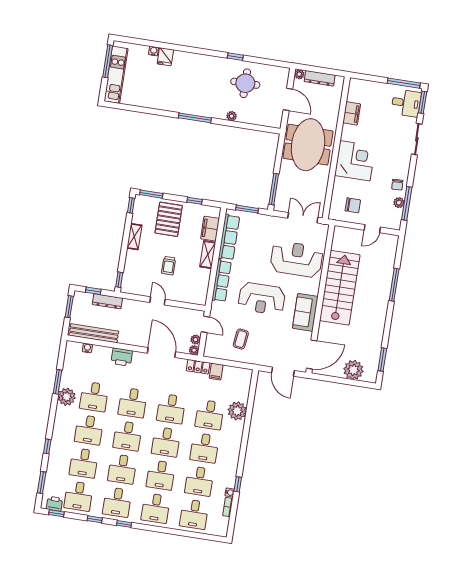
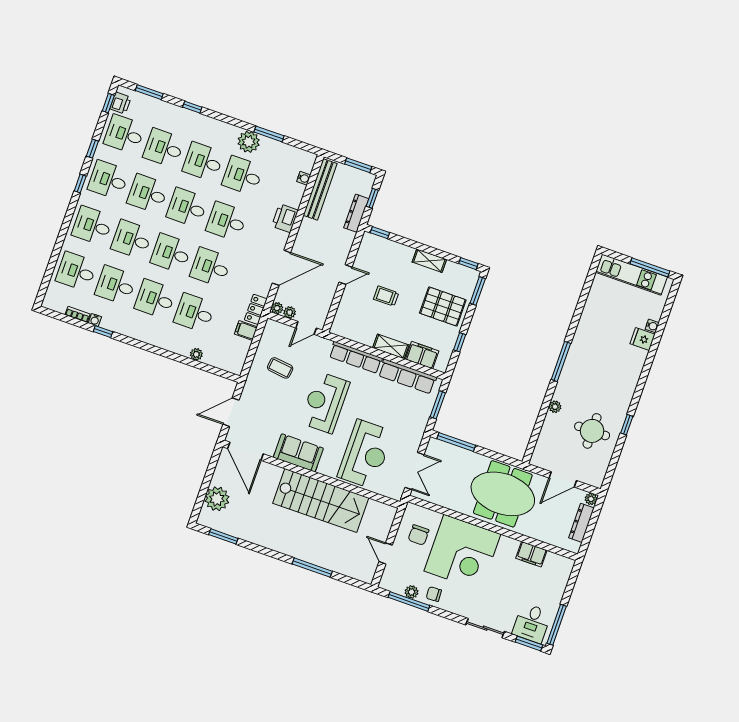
corner desk: (355, 161) -> (462, 553), width x1.36, depth x1.36
plant: (237, 411) -> (196, 354), width x0.53, depth x0.53

